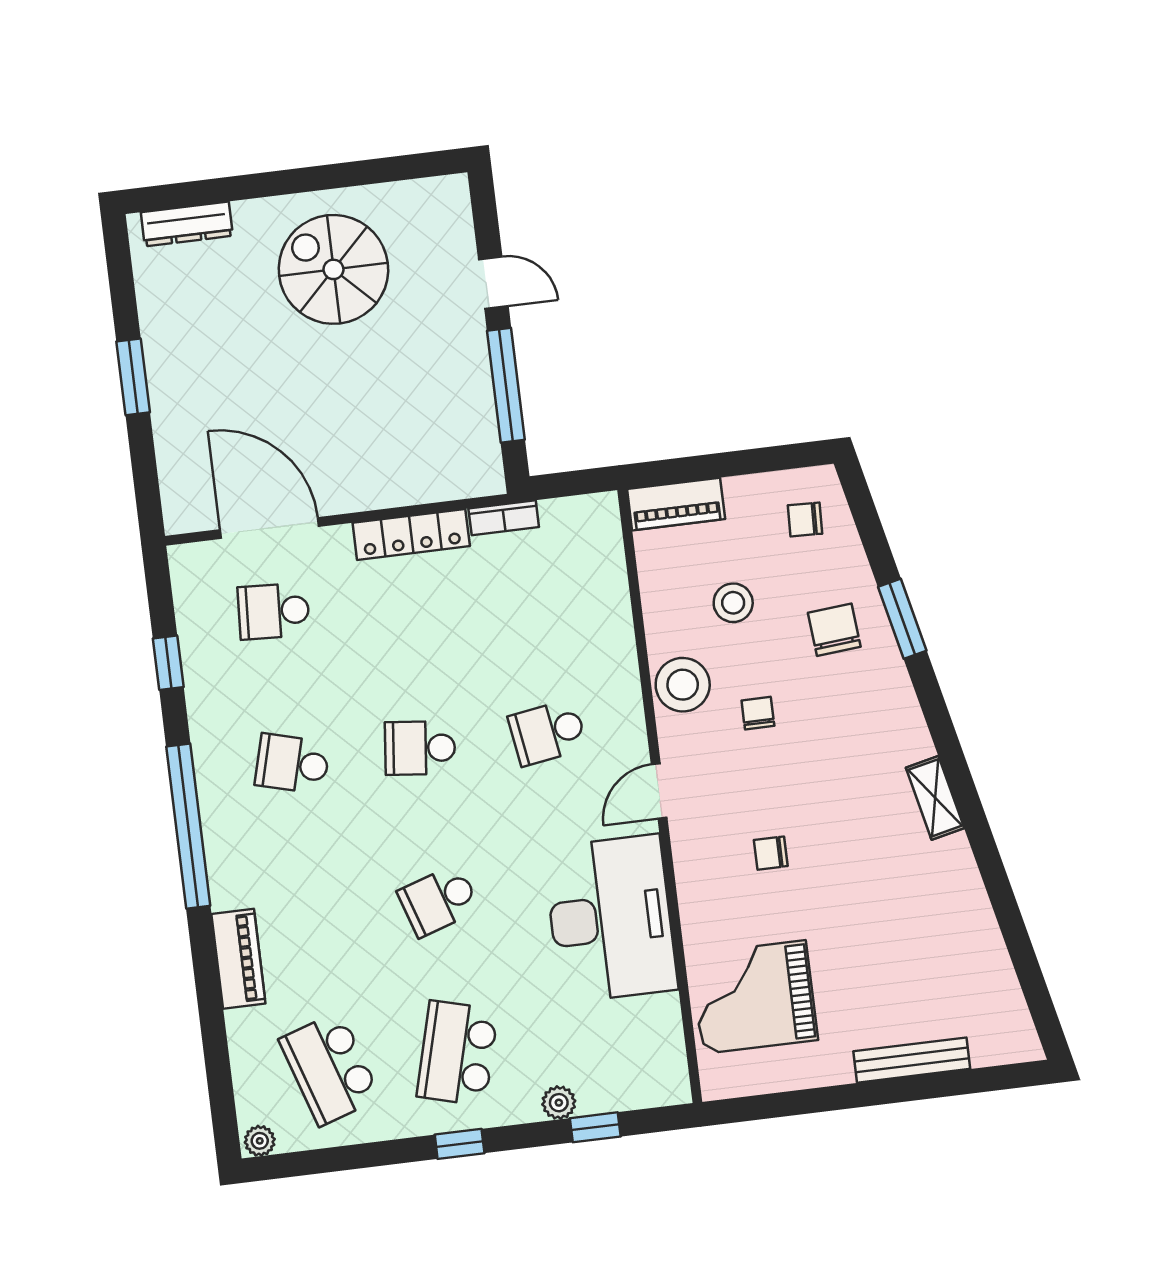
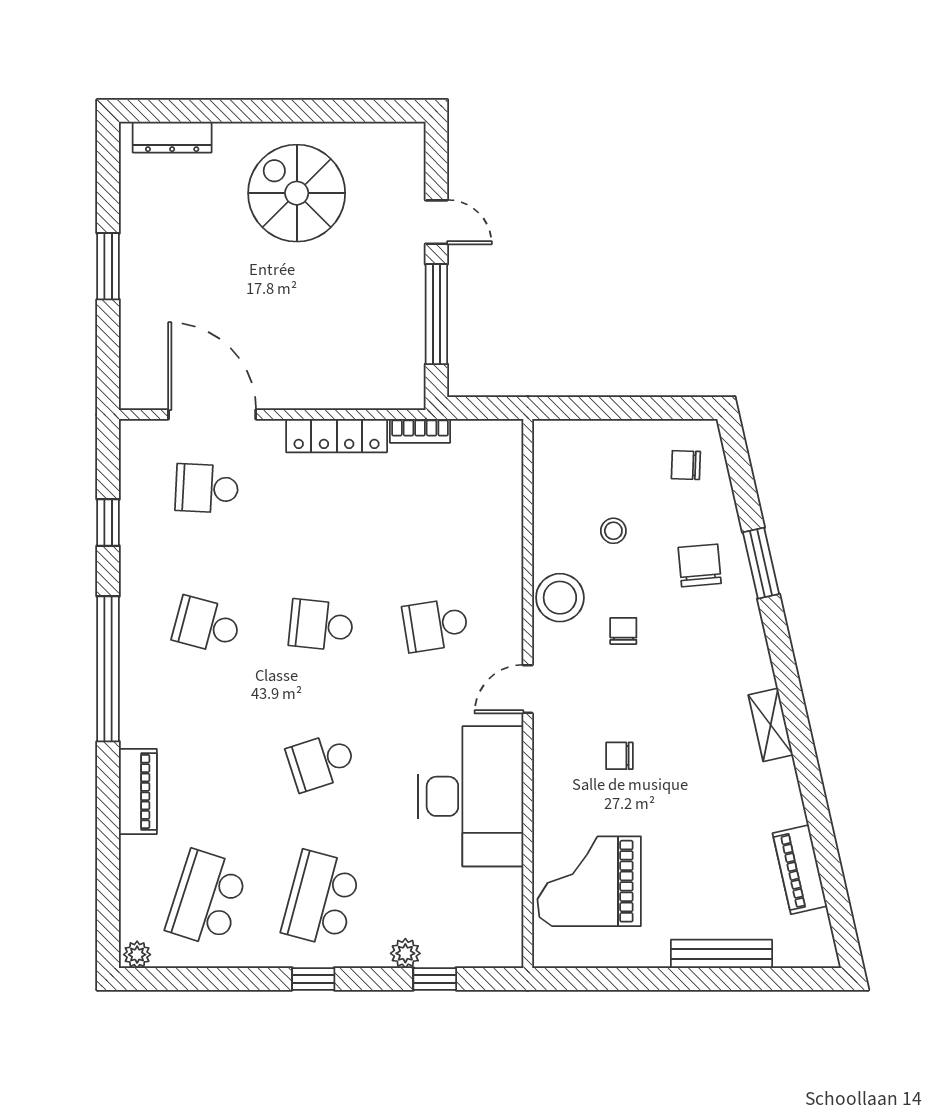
piano: (676, 504) -> (800, 870), moved, turned 77
stool: (733, 603) -> (613, 531), width x0.73, depth x0.73
school desk: (330, 1069) -> (207, 899), turned 36

